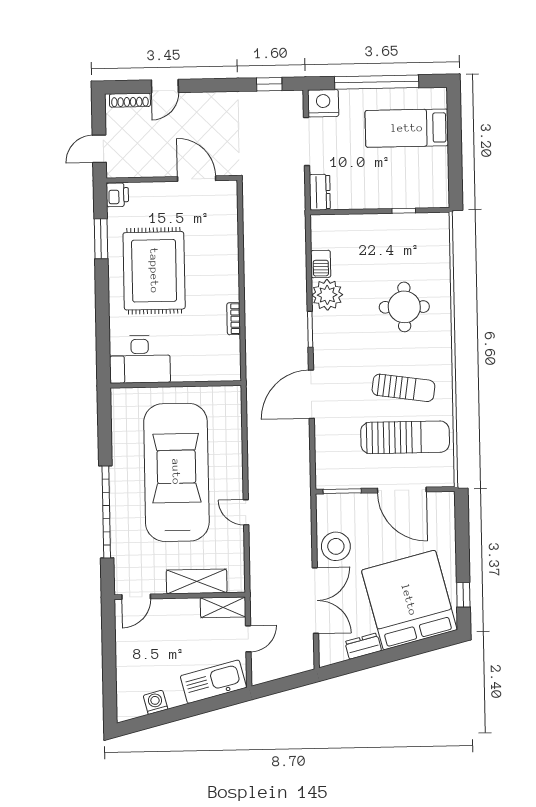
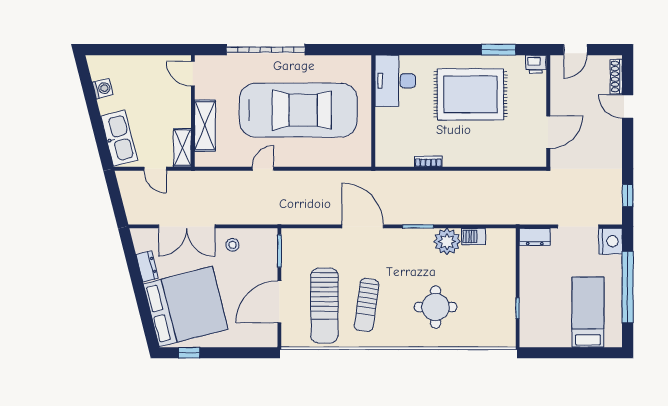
door: (99, 149) -> (575, 50), swing flipped
stool: (336, 546) -> (233, 245), width x0.53, depth x0.53

